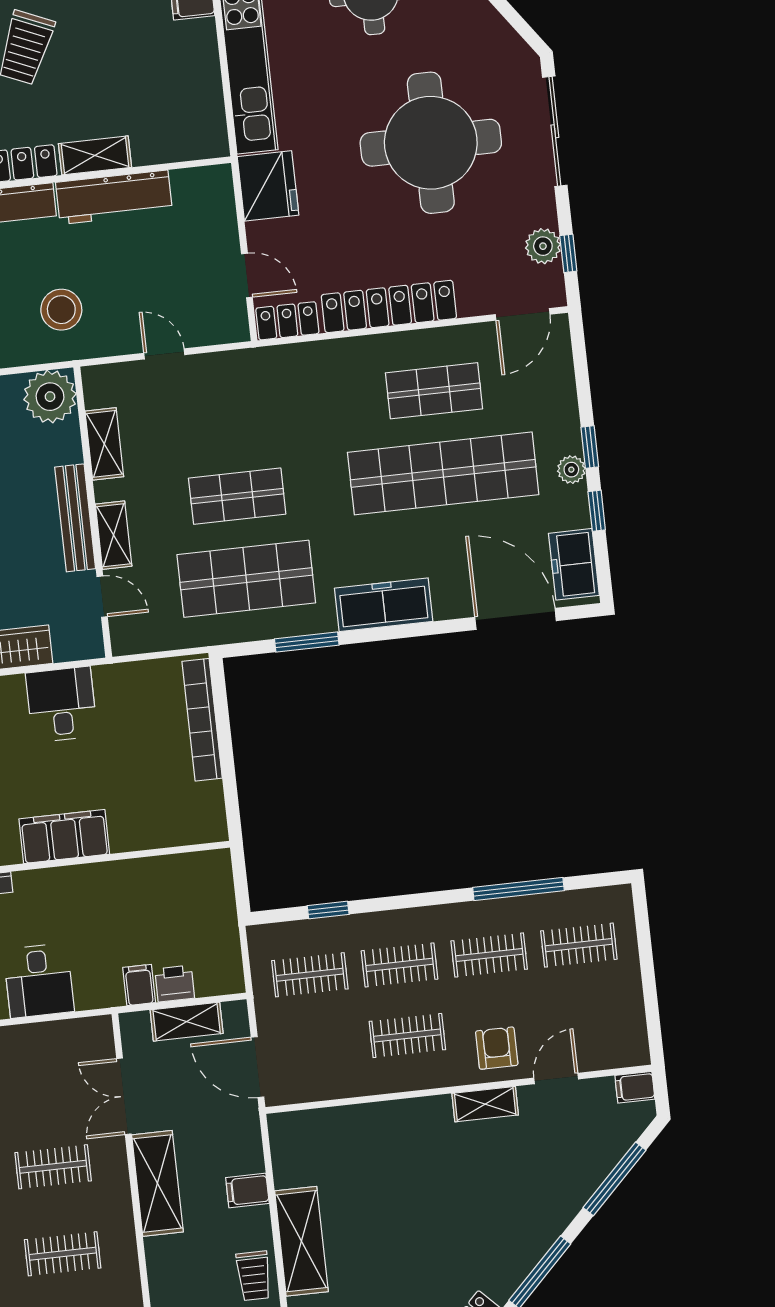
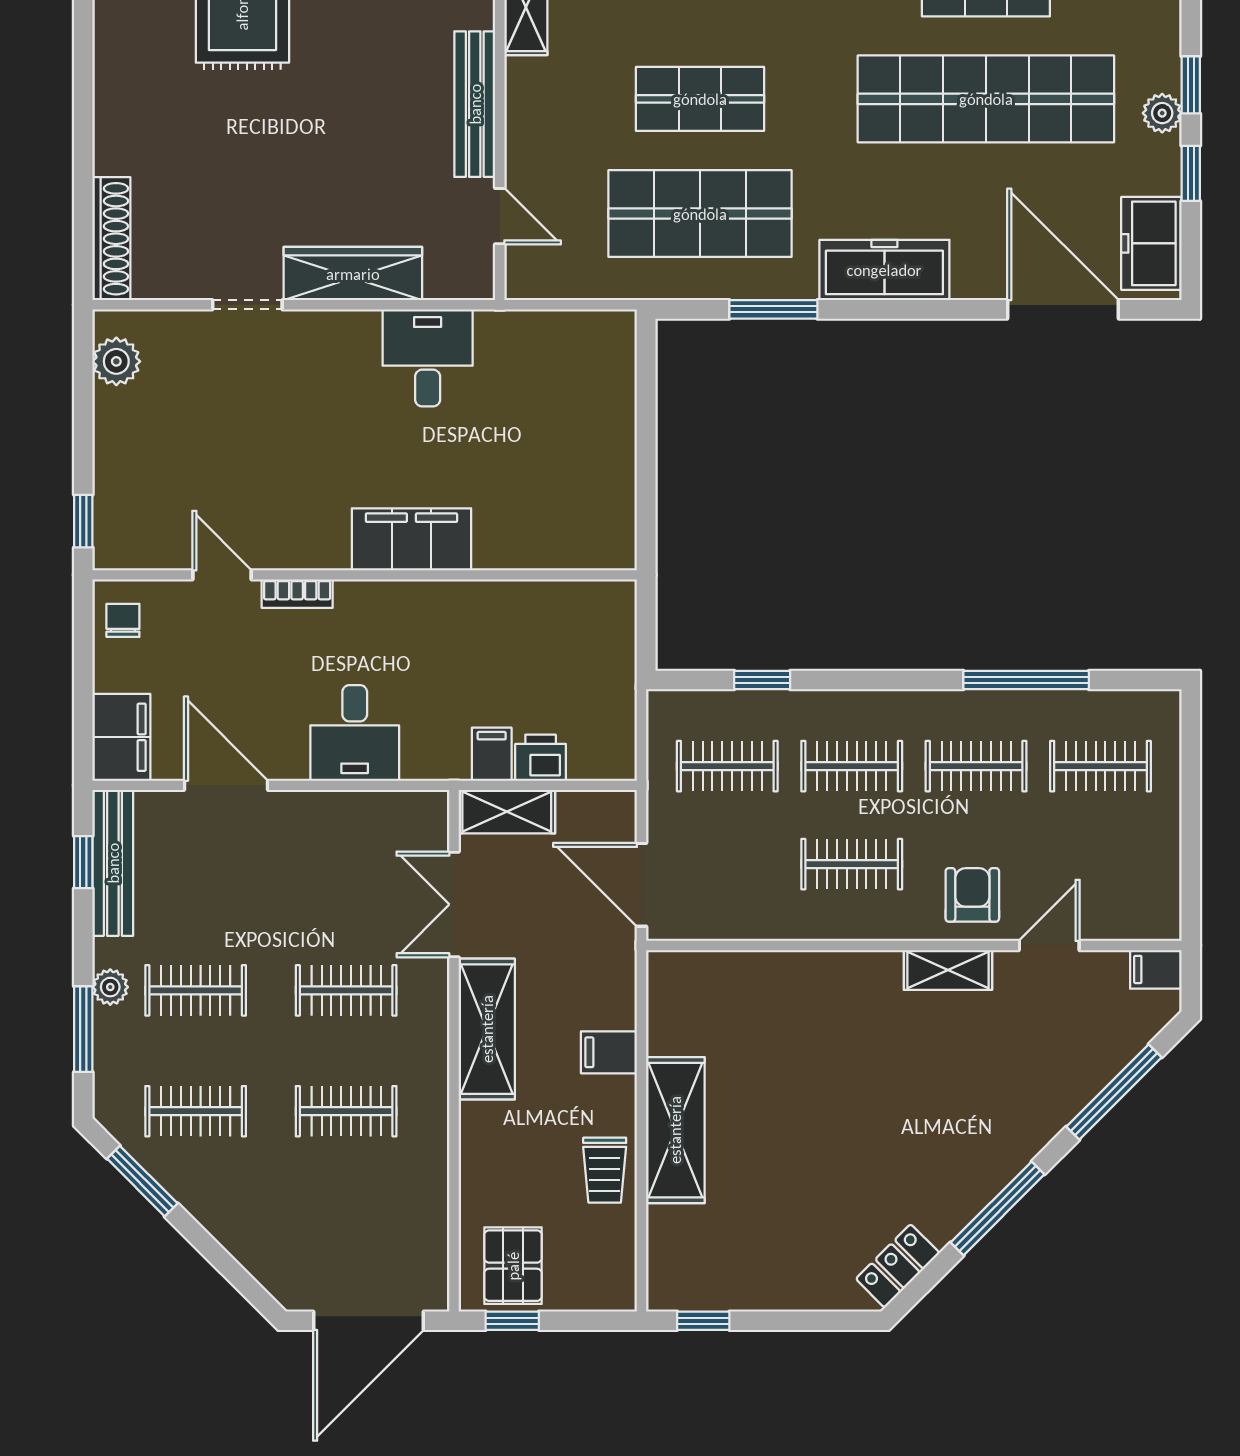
shelving: (114, 535) -> (525, 134), removed
bookcase: (202, 720) -> (618, 400), removed
shelving: (187, 1022) -> (507, 812), moved

